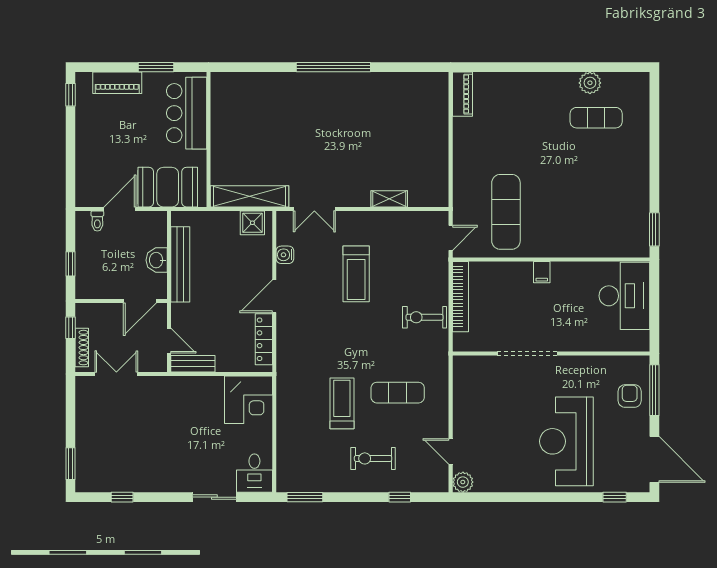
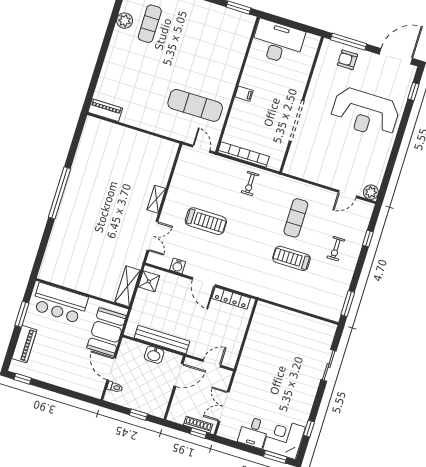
shelving: (250, 196) -> (127, 286), width x0.68
shelving: (389, 199) -> (156, 199), moved
door: (140, 301) -> (178, 375), hinge flipped
exercise bike: (424, 317) -> (250, 184), width x0.73, depth x0.72
window: (70, 328) -> (198, 433), moved
bench: (193, 364) -> (233, 352), removed
corner desk: (248, 400) -> (284, 438), moved, turned -90
exercise bike: (373, 458) -> (336, 249), width x0.73, depth x0.72
desk: (254, 473) -> (253, 432), moved, turned 90

